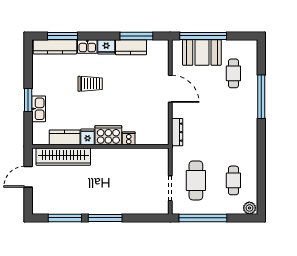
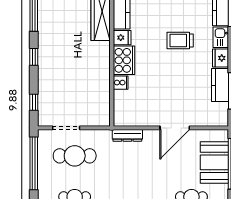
trolley: (90, 84) -> (180, 40), turned 90
window: (105, 218) -> (34, 57), width x0.46
window: (147, 218) -> (34, 102), added

